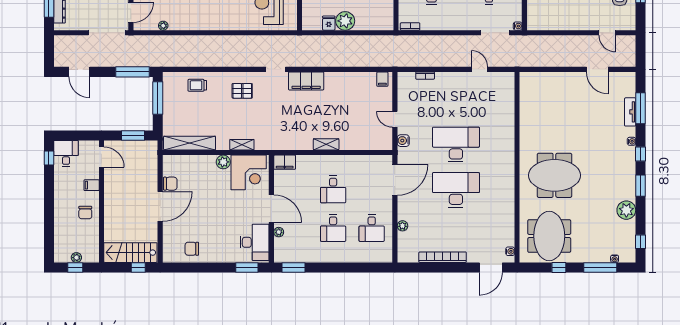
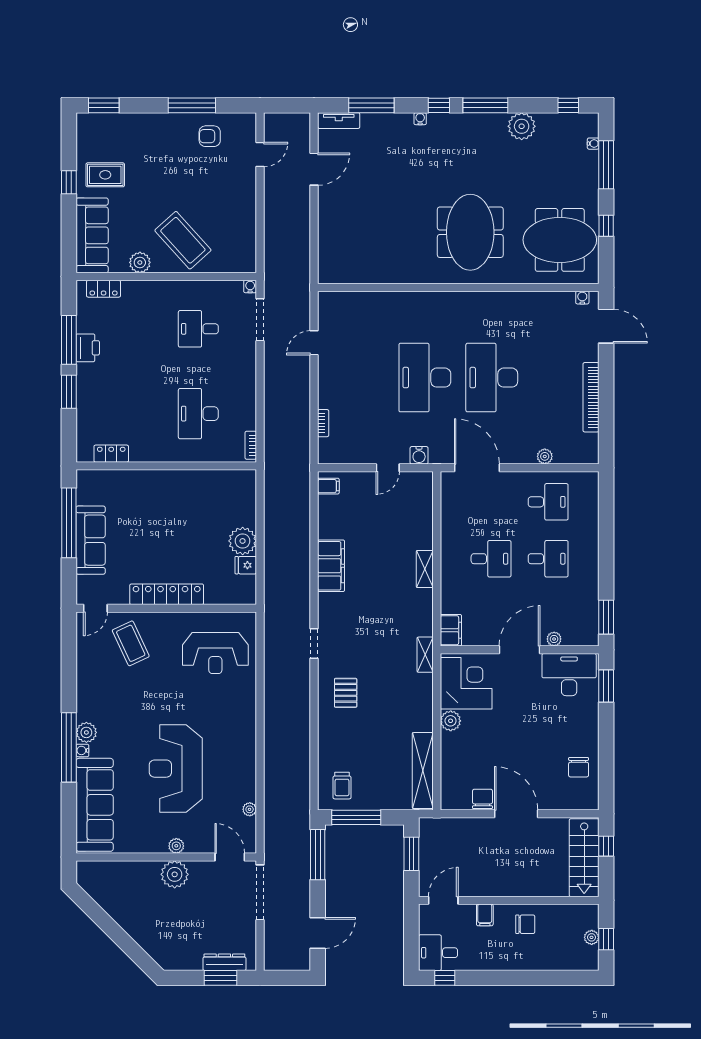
filing cabinet: (306, 81) -> (331, 566), moved
trolley: (197, 85) -> (342, 786), moved
tv unit: (630, 112) -> (339, 121), moved
shelving: (242, 145) -> (425, 655), moved
window: (640, 186) -> (485, 105), width x1.44

